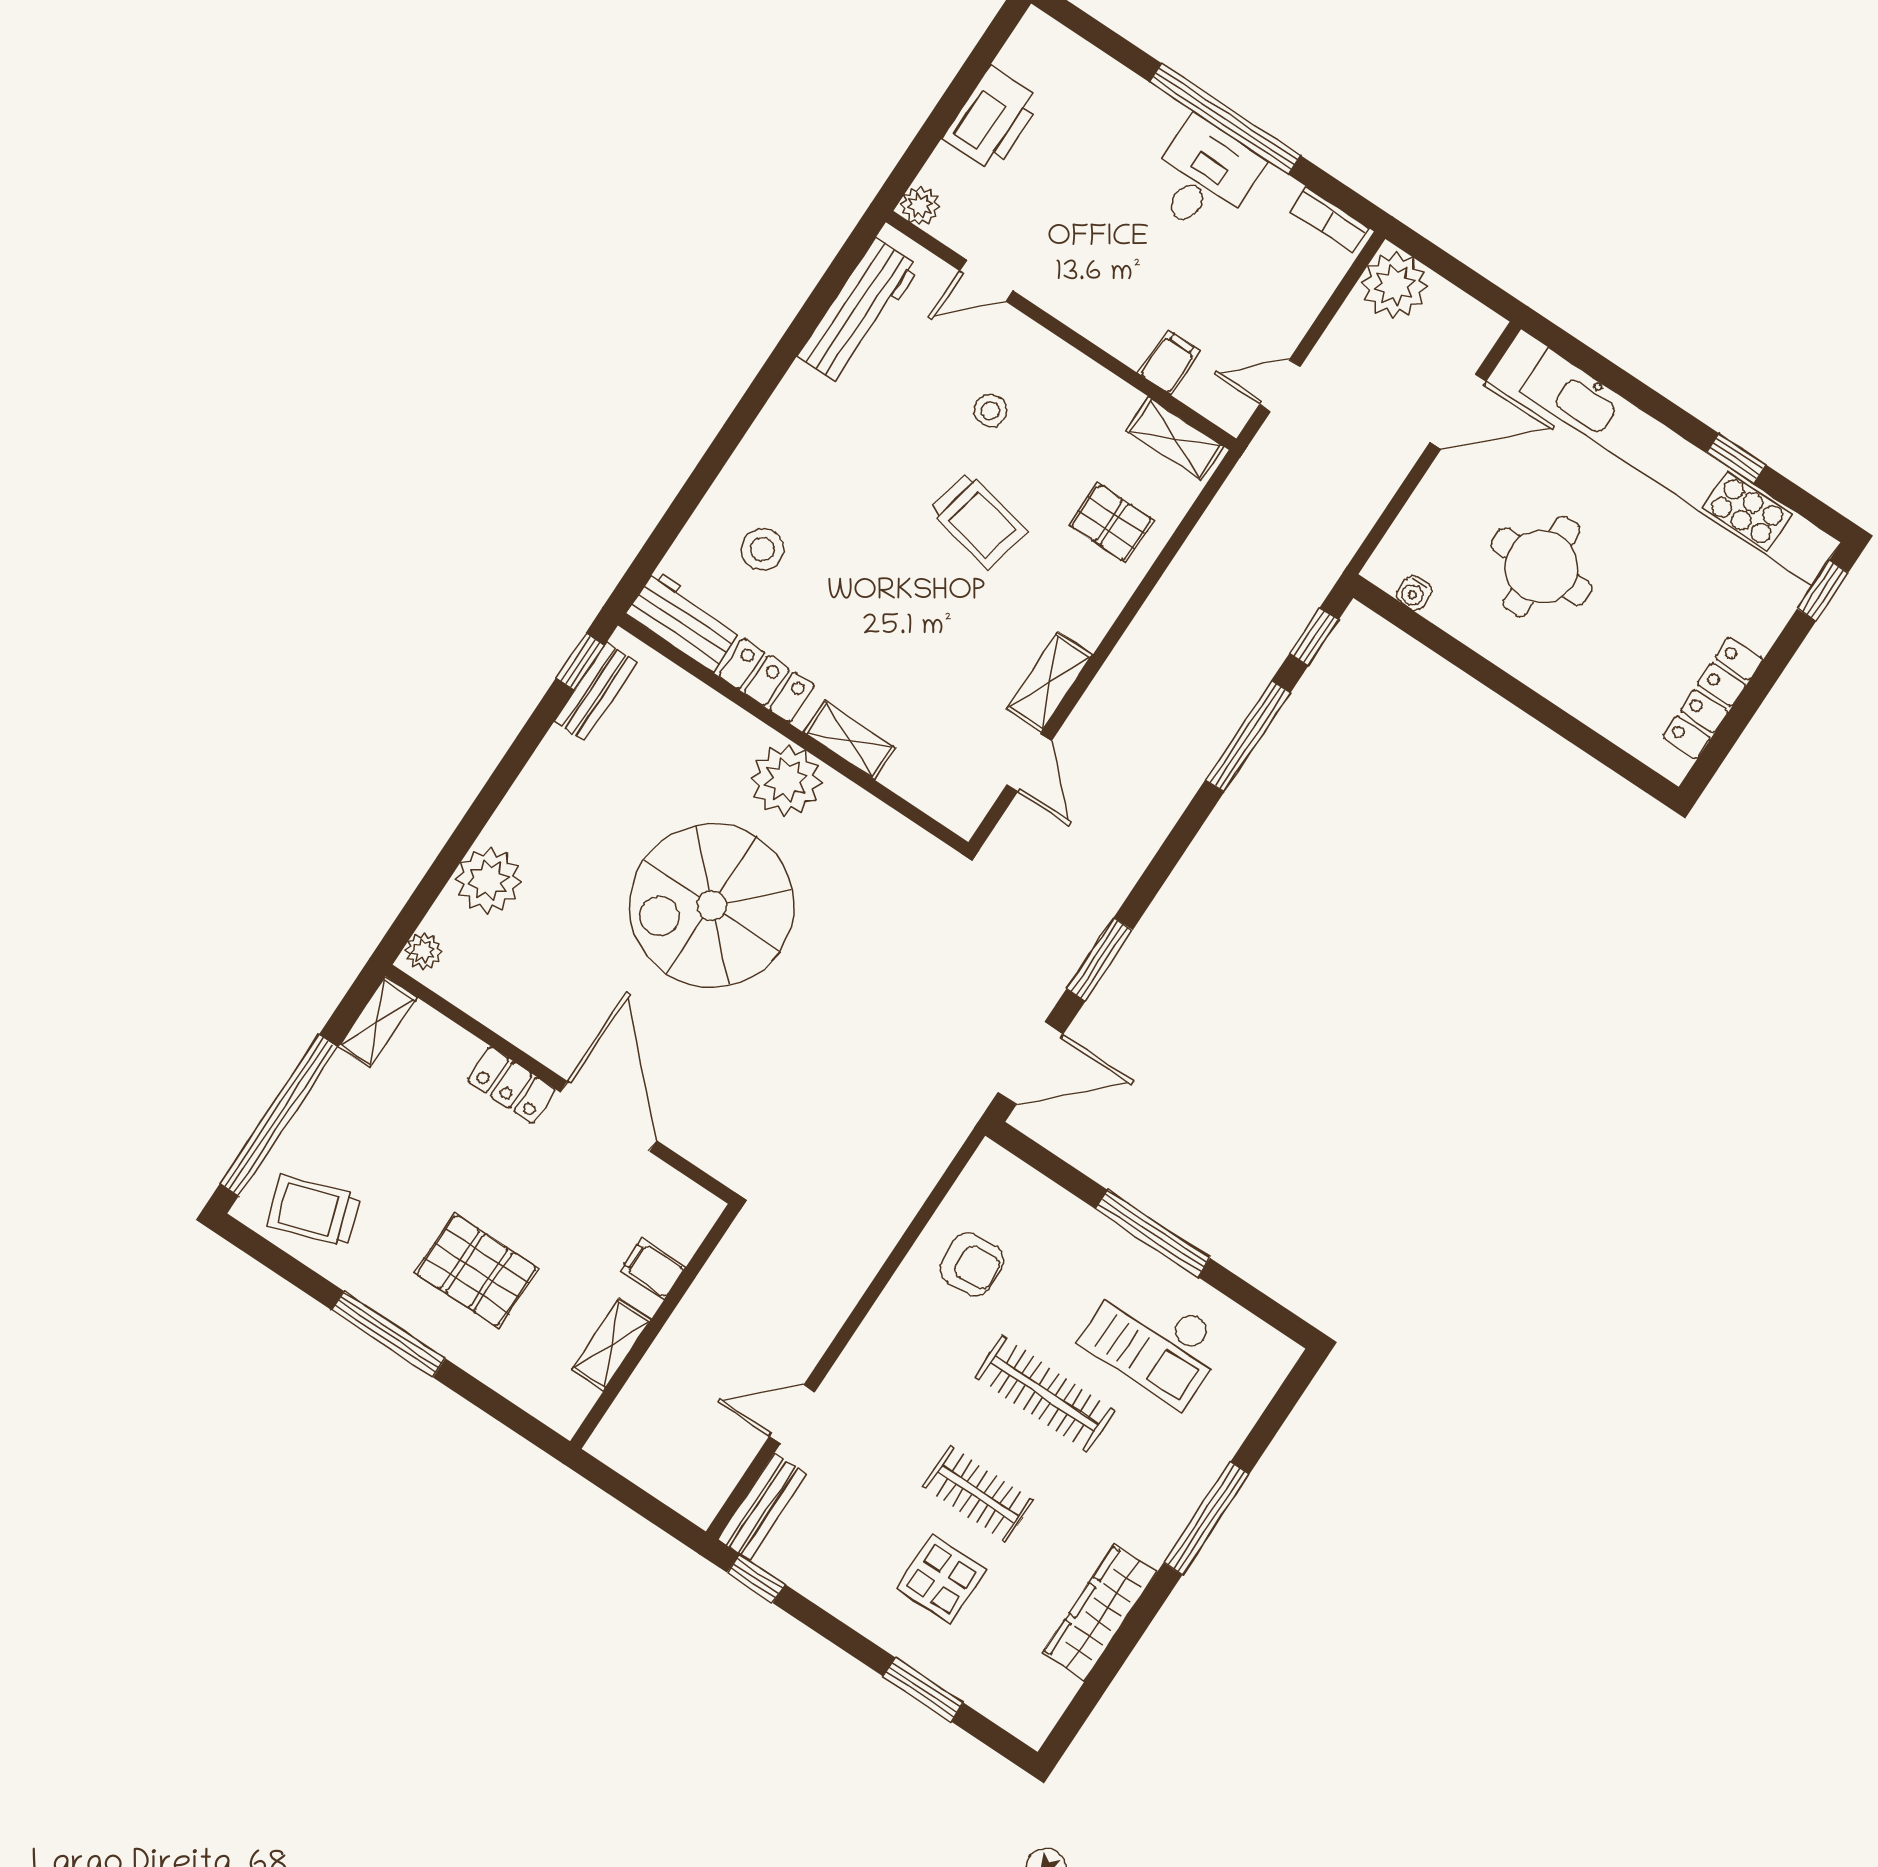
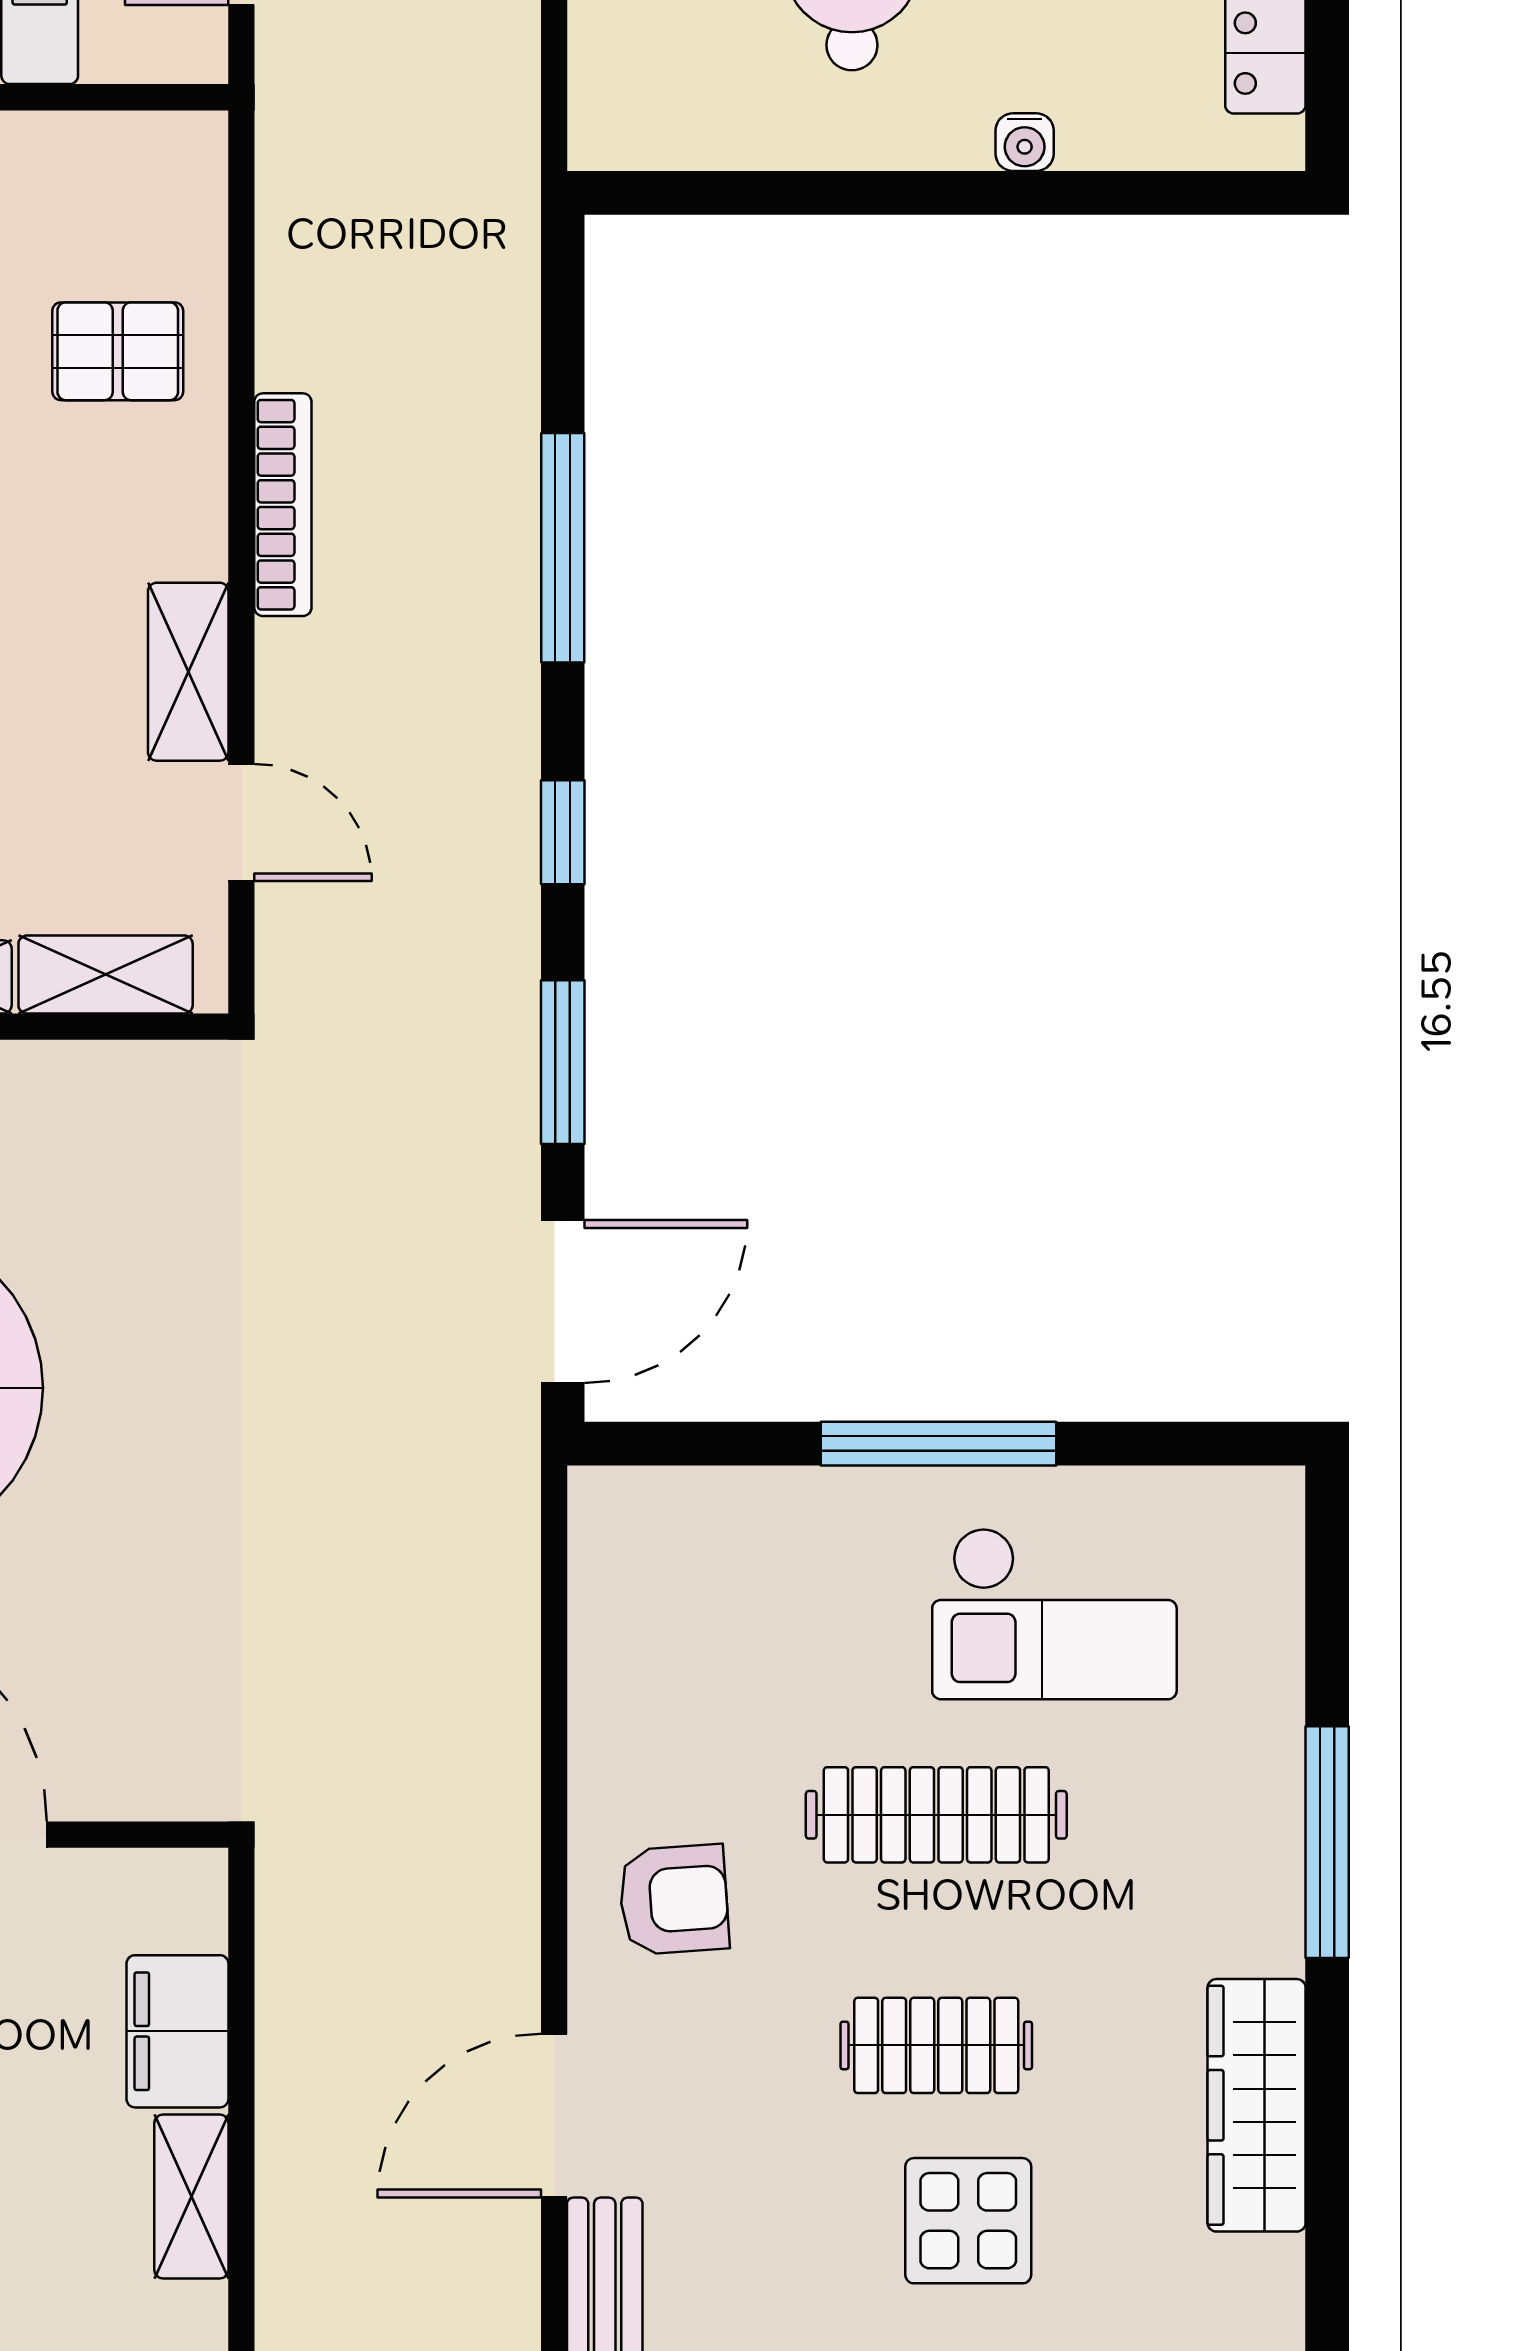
shelving: (1175, 439) -> (106, 975), moved
water cooler: (1414, 593) -> (1025, 142), moved
bookcase: (1139, 637) -> (283, 505), added
window: (1314, 637) -> (563, 832), moved
armchair: (972, 1264) -> (674, 1900), moved
filing cabinet: (653, 1269) -> (177, 2031), width x2.00
door: (792, 1414) -> (554, 2116), width x1.38

